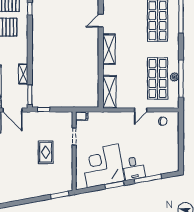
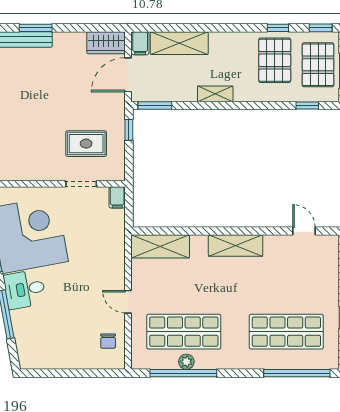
door: (101, 21) -> (304, 231), moved
shelving: (23, 74) -> (215, 94), moved
rug: (46, 152) -> (86, 144), moved

